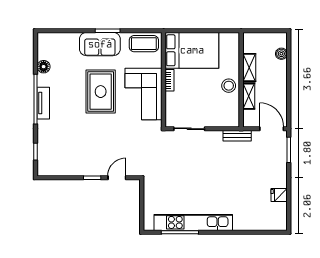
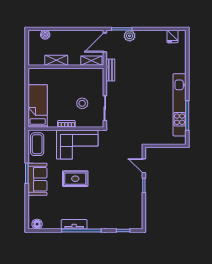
bed: (192, 50) -> (38, 106), width x0.67
floor lamp: (44, 67) -> (37, 224), moved
stool: (229, 86) -> (82, 103), moved
rug: (101, 92) -> (75, 179), width x0.73, depth x0.70
shelving: (249, 96) -> (91, 61), moved
tv unit: (43, 103) -> (74, 224), moved
plant: (280, 160) -> (130, 36), added
fridge: (279, 195) -> (173, 36), moved

